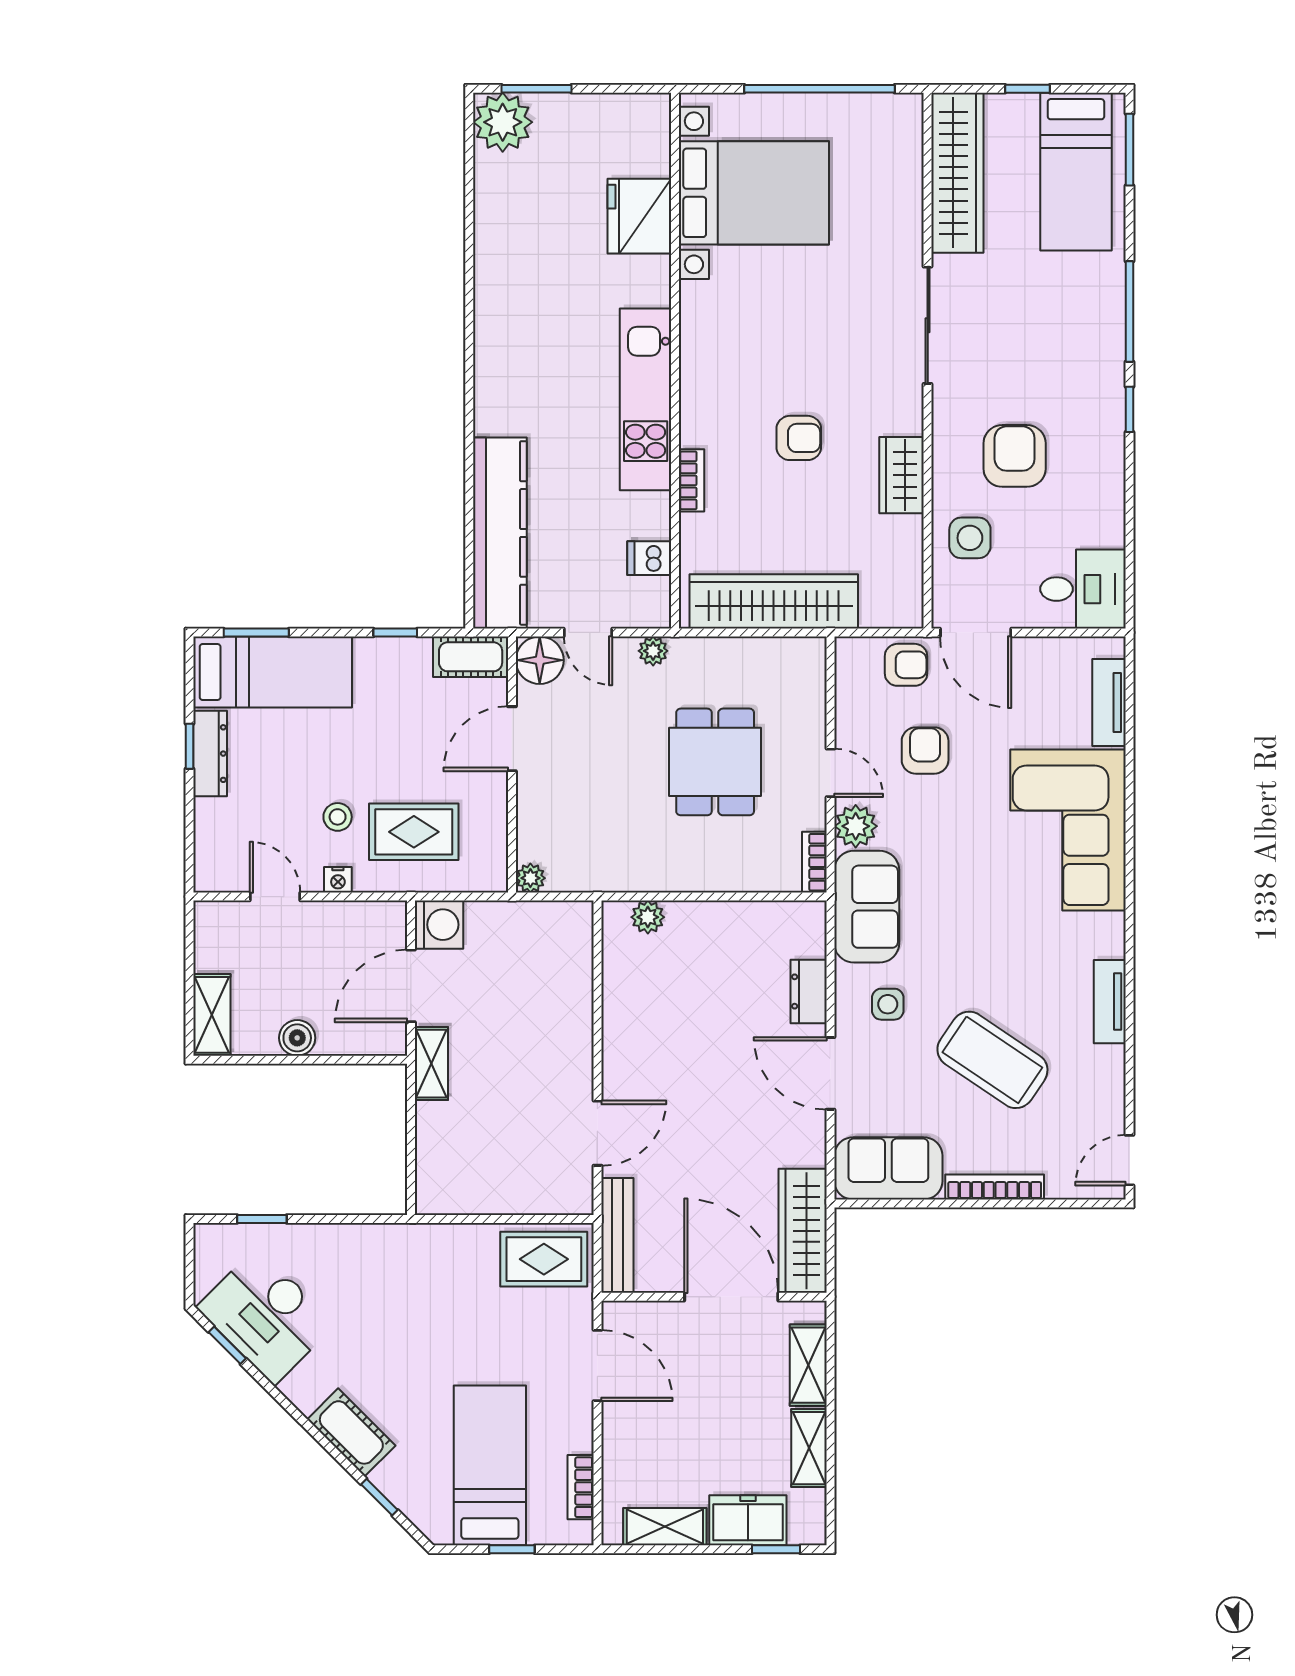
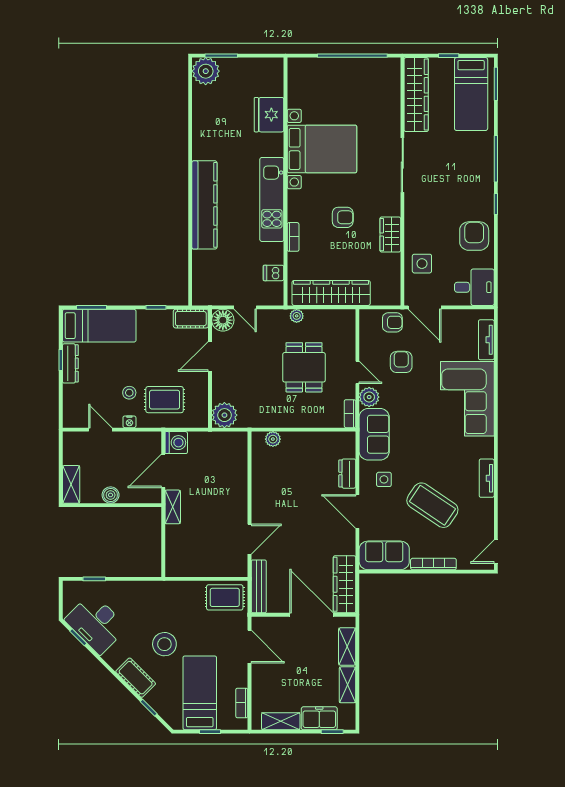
bed with nightstands: (754, 193) -> (322, 149), moved
armchair: (1015, 456) -> (474, 236), moved
kitchen counter: (500, 533) -> (204, 205), moved
plant: (653, 651) -> (297, 316), moved
plant: (530, 878) -> (224, 415), width x1.87, depth x1.87
stool: (414, 1360) -> (164, 644), added

